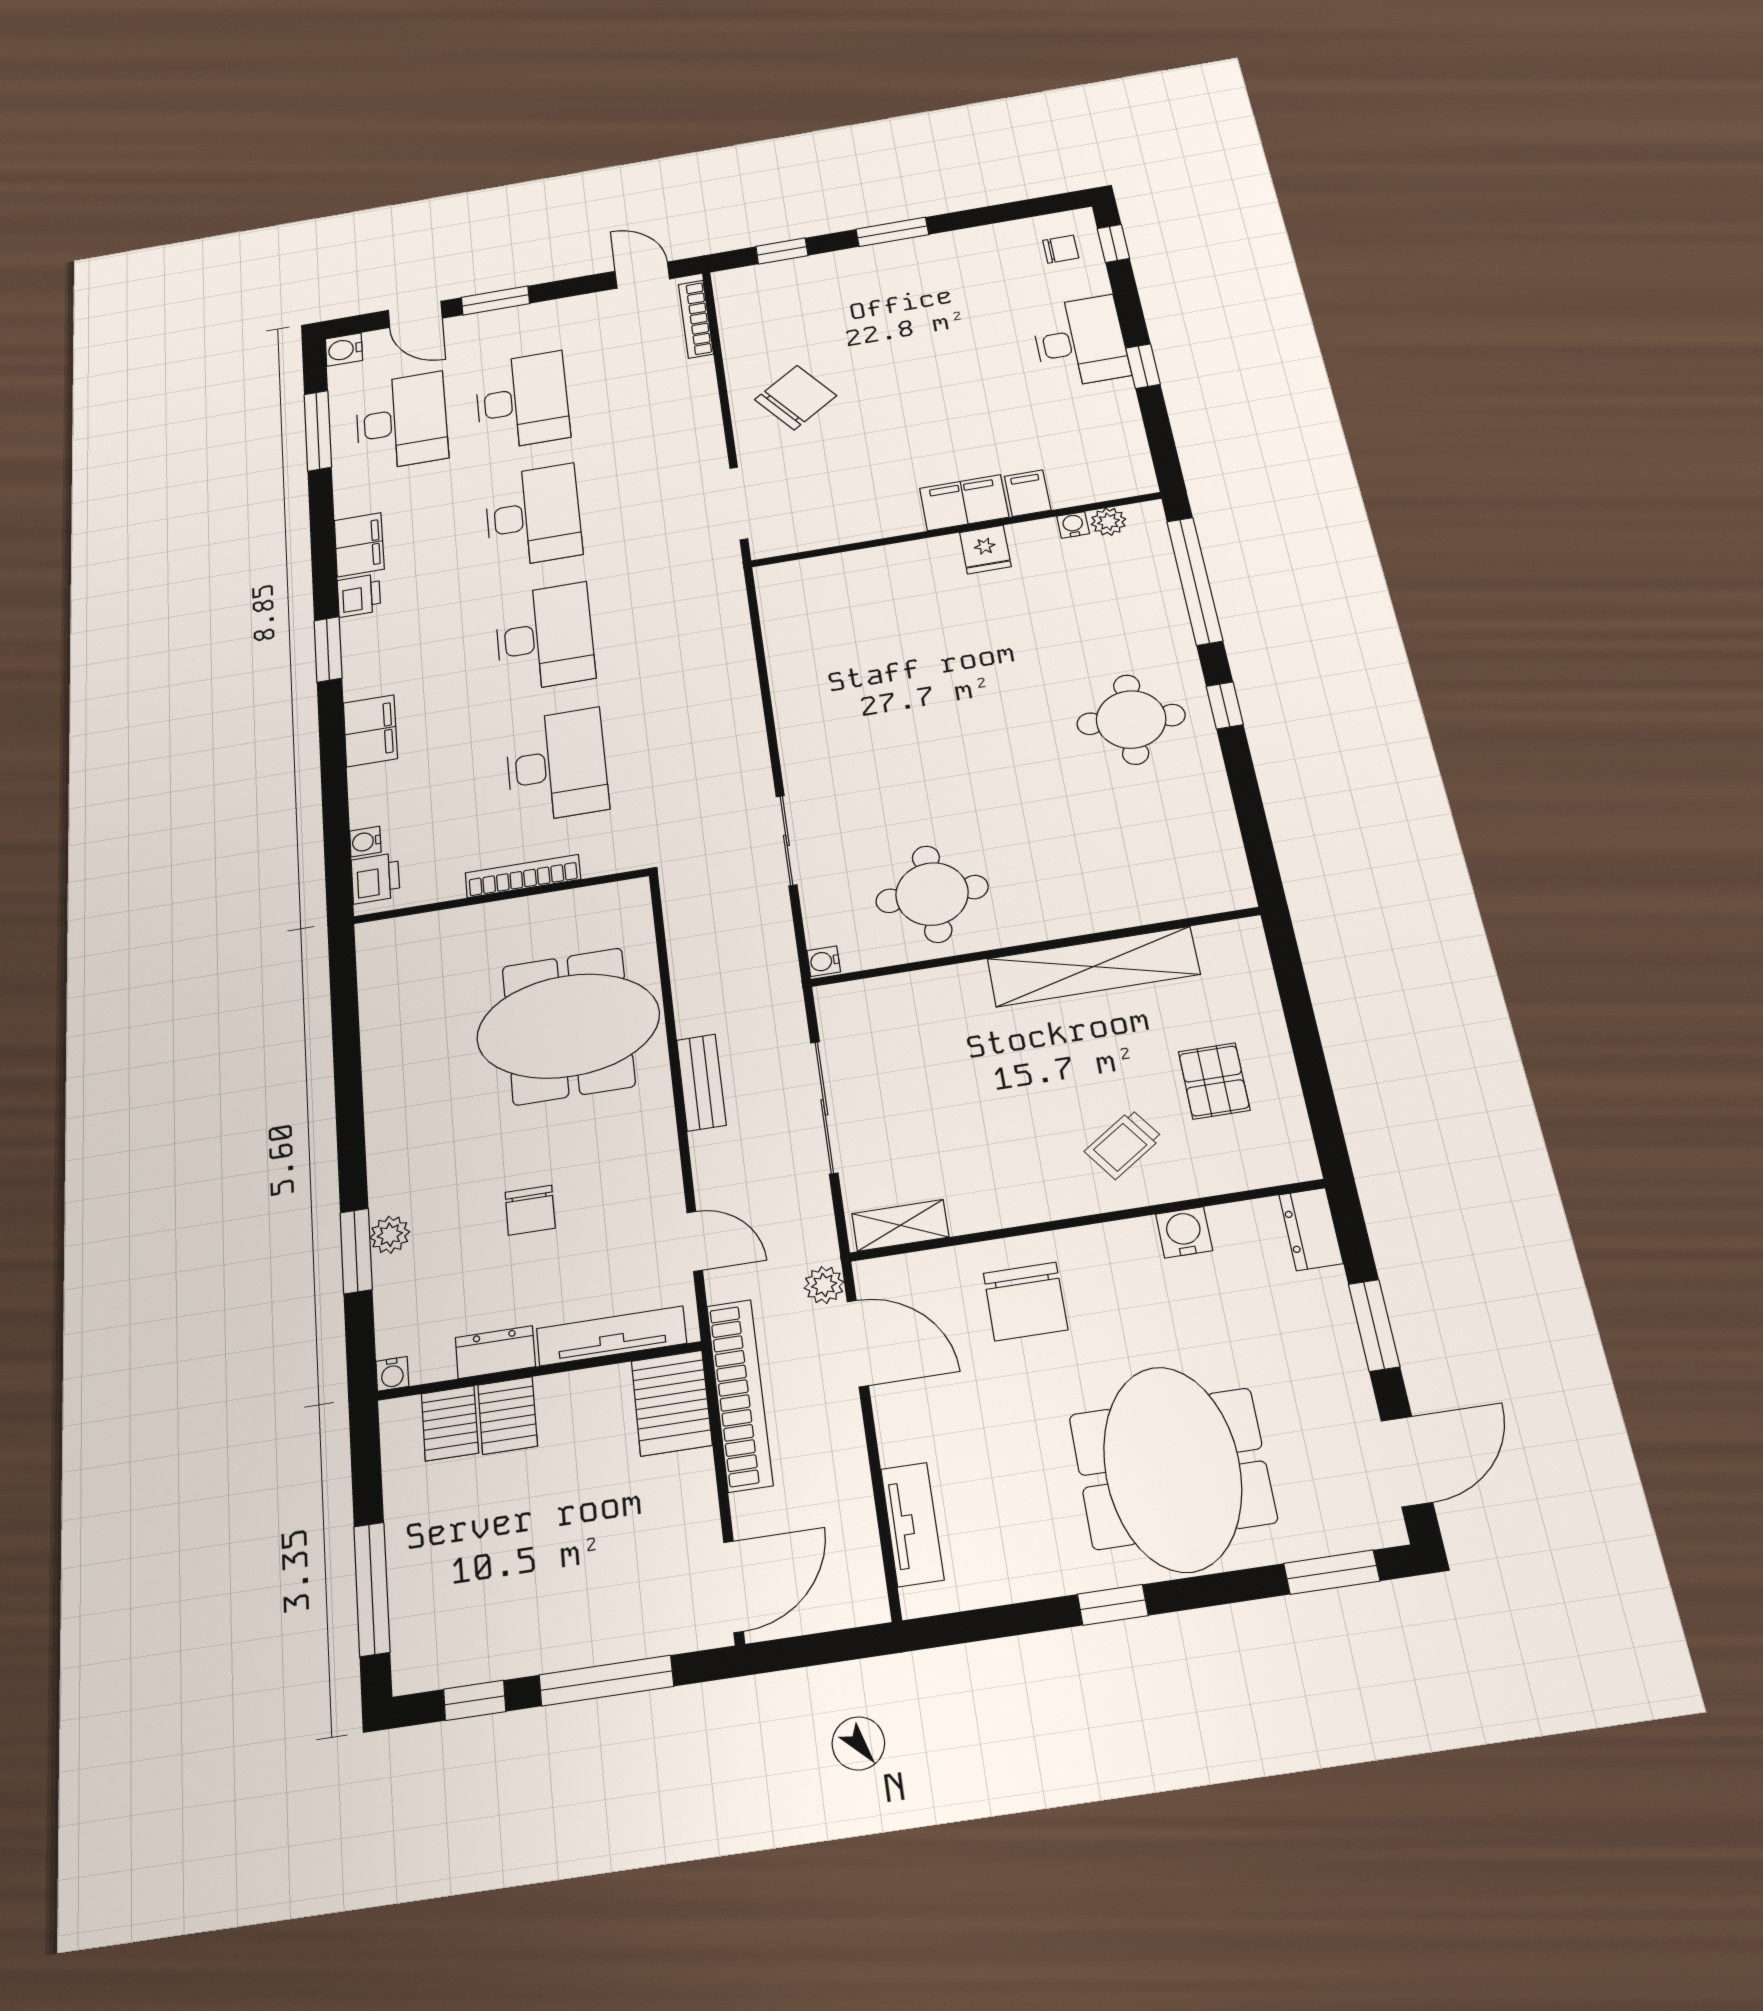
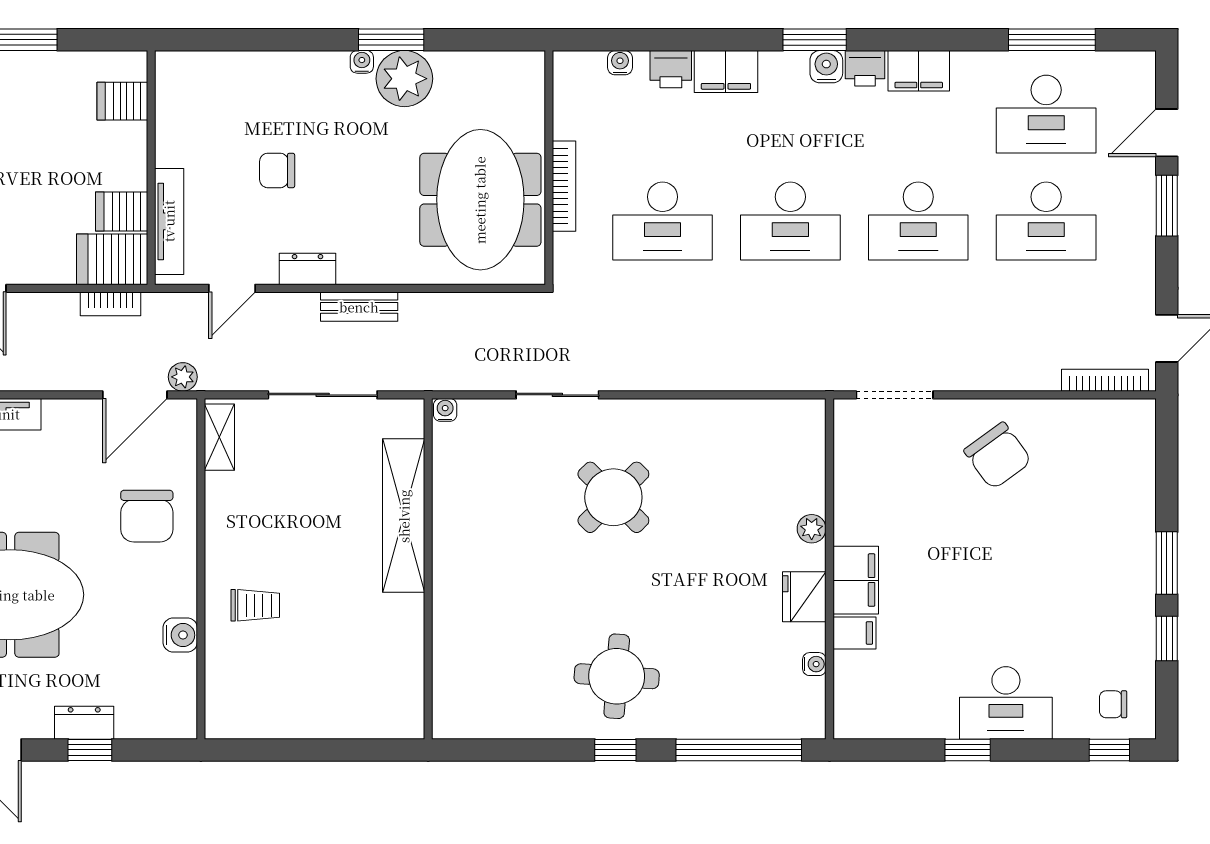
chair: (1061, 249) -> (1113, 704), turned 90
window: (782, 251) -> (1167, 638), moved
water cooler: (344, 350) -> (826, 67), moved
plant: (1108, 522) -> (812, 529), moved
fridge: (985, 550) -> (804, 597), width x1.38
printer: (375, 878) -> (671, 69), moved
round table: (932, 894) -> (613, 497), moved, turned 45
shelving: (1093, 967) -> (404, 516), moved
meeting table: (568, 1026) -> (480, 200), moved
pallet: (1214, 1081) -> (294, 679), removed
trolley: (1123, 1144) -> (255, 605), turned 125
dresser: (1311, 1229) -> (84, 723), moved
plant: (390, 1235) -> (404, 79), moved, width x1.88, depth x1.88
window: (356, 1251) -> (391, 40), moved
chair: (1025, 1301) -> (147, 516), turned -90
window: (1374, 1325) -> (90, 750), width x0.67
dresser: (495, 1352) -> (308, 269), moved, turned -90
water cooler: (392, 1374) -> (362, 62), moved, turned 90
bookcase: (740, 1395) -> (110, 304), width x0.43, depth x0.76
server rack: (508, 1415) -> (122, 212), moved

